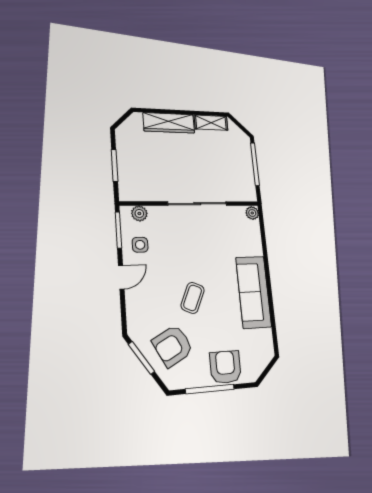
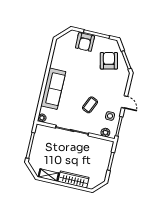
door: (121, 277) -> (125, 102), swing flipped
sofa: (254, 292) -> (53, 89), moved
coffee table: (193, 298) -> (90, 105), moved
armchair: (173, 346) -> (109, 61), turned -75

